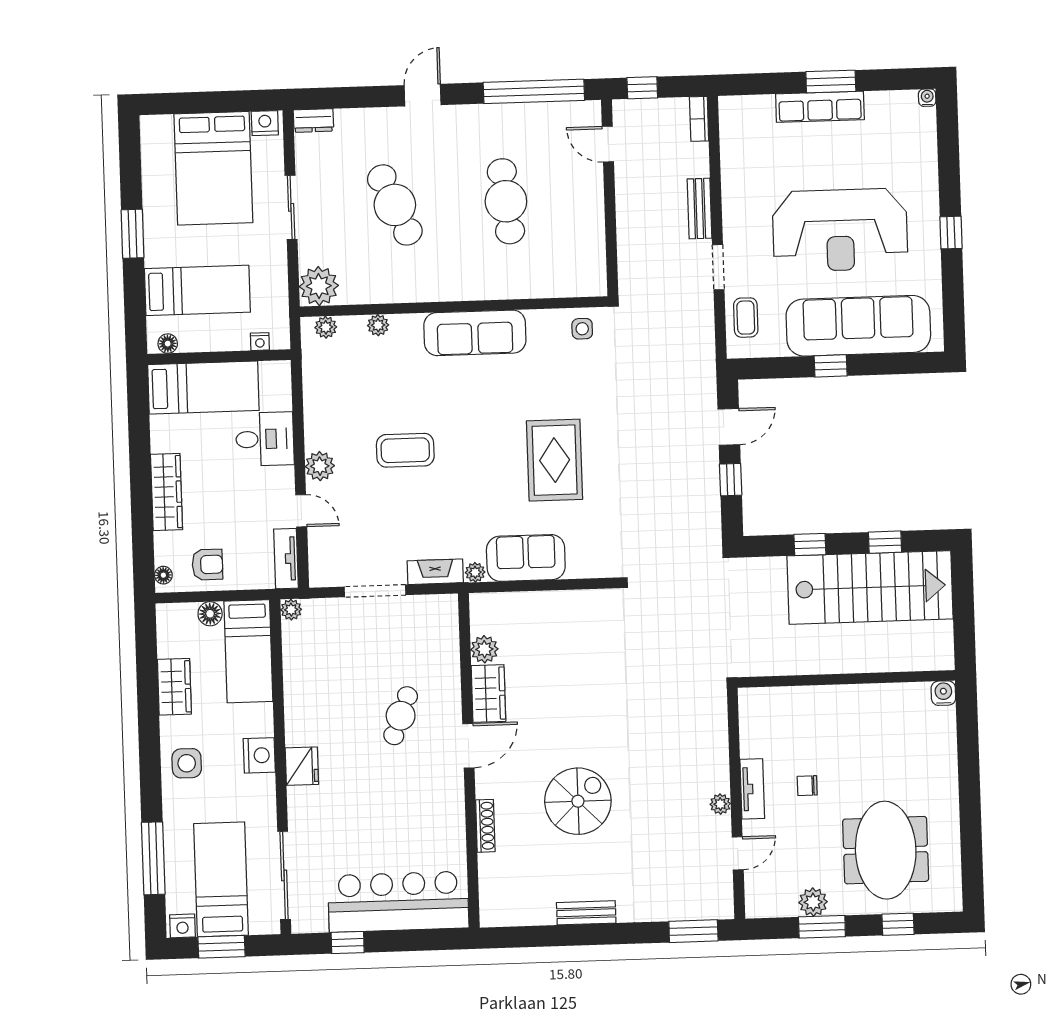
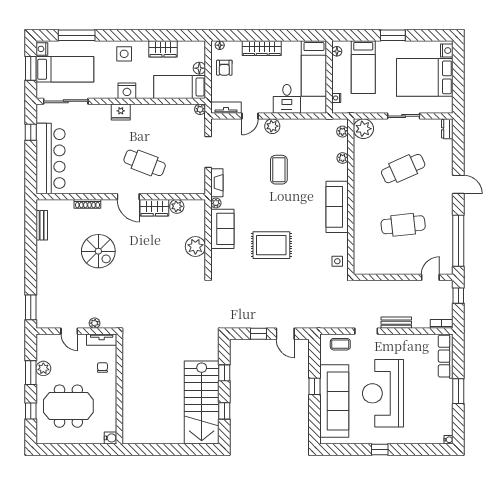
row of seats: (820, 107) -> (446, 356), moved
nightstand: (265, 123) -> (447, 51), moved
plant: (562, 610) -> (195, 247), added
wall: (846, 679) -> (119, 389), moved
water cooler: (943, 693) -> (111, 438), moved
cafe table: (401, 716) -> (145, 163), width x1.37, depth x1.35
bench: (586, 913) -> (42, 225), moved

